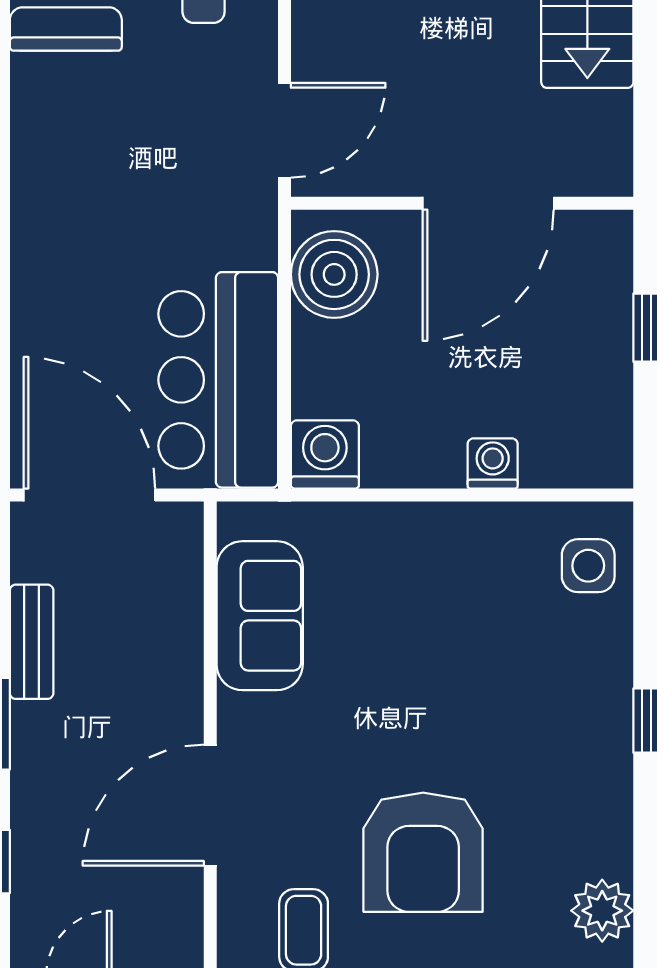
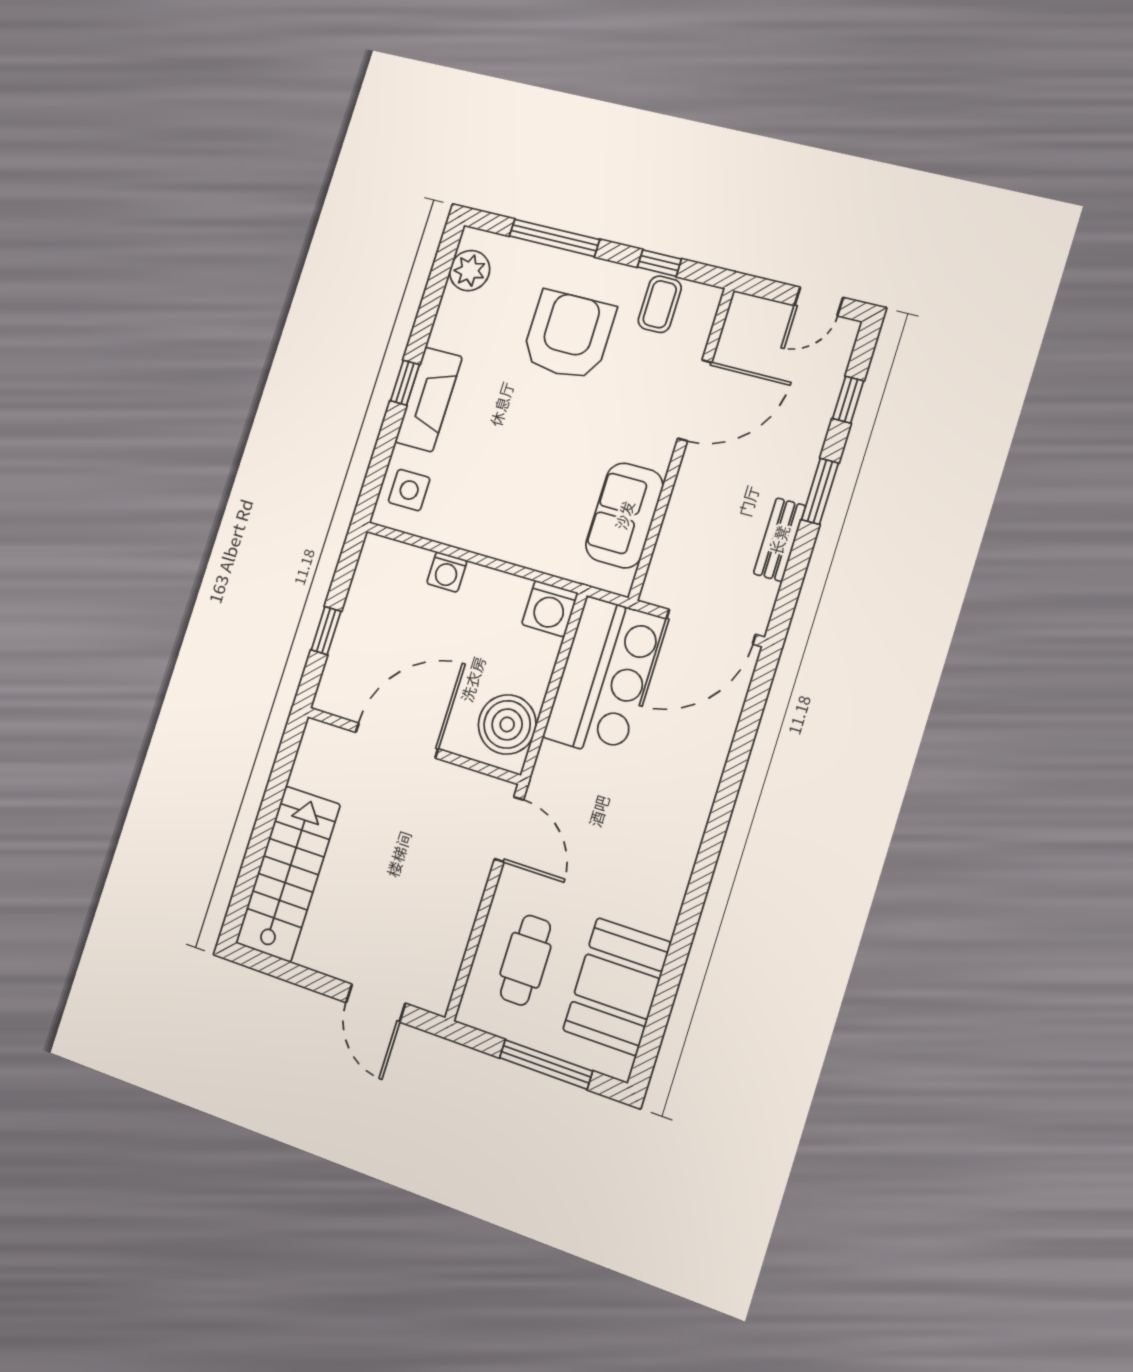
door: (284, 130) -> (509, 829), swing flipped
door: (89, 495) -> (711, 627), hinge flipped
fireplace: (602, 705) -> (429, 399), added

